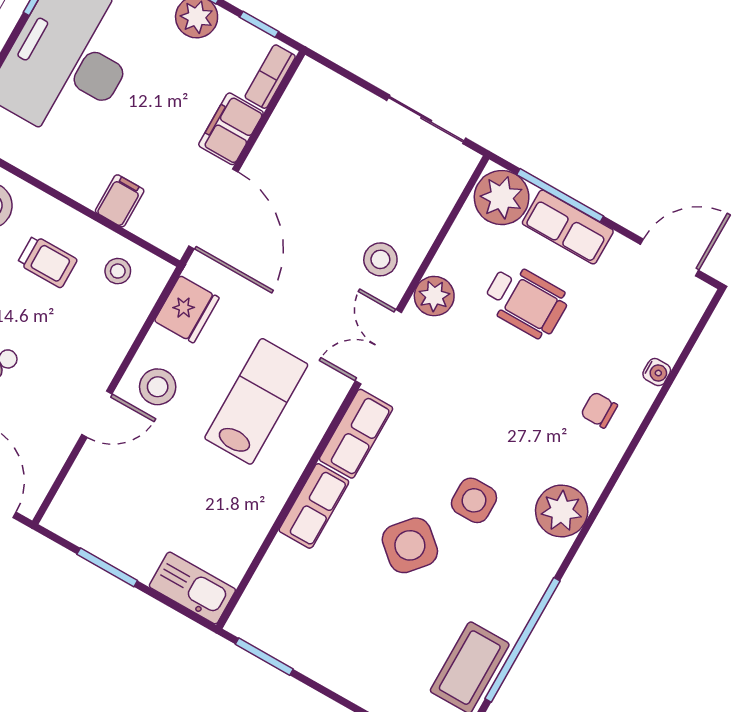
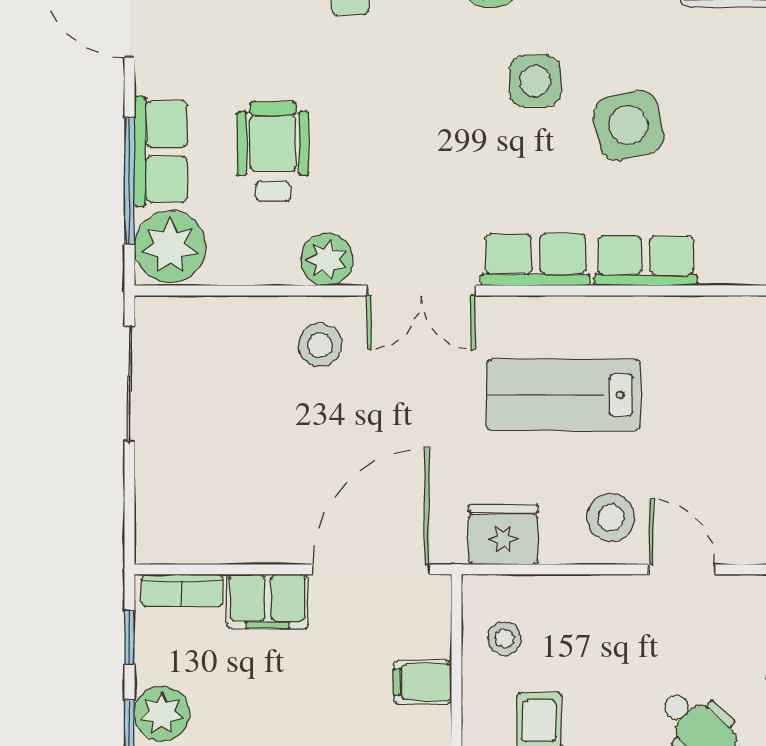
side table: (410, 545) -> (628, 125), turned 36

